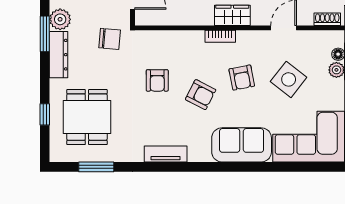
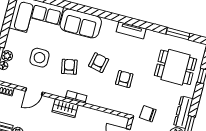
side table: (289, 79) -> (40, 58), turned -38
armchair: (201, 95) -> (99, 63), turned 75
dining table: (87, 117) -> (175, 67), turned 90

